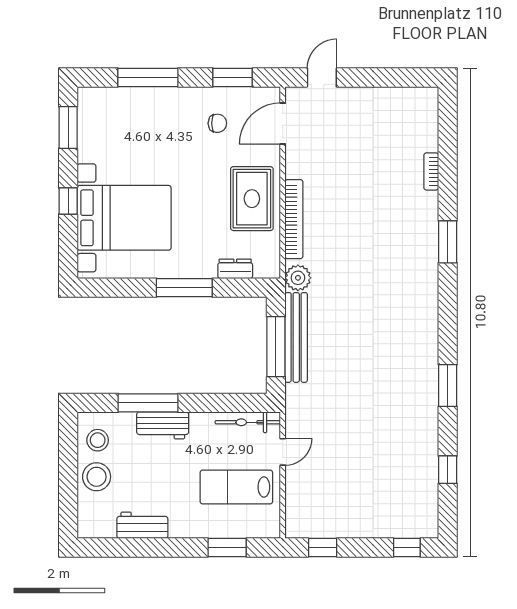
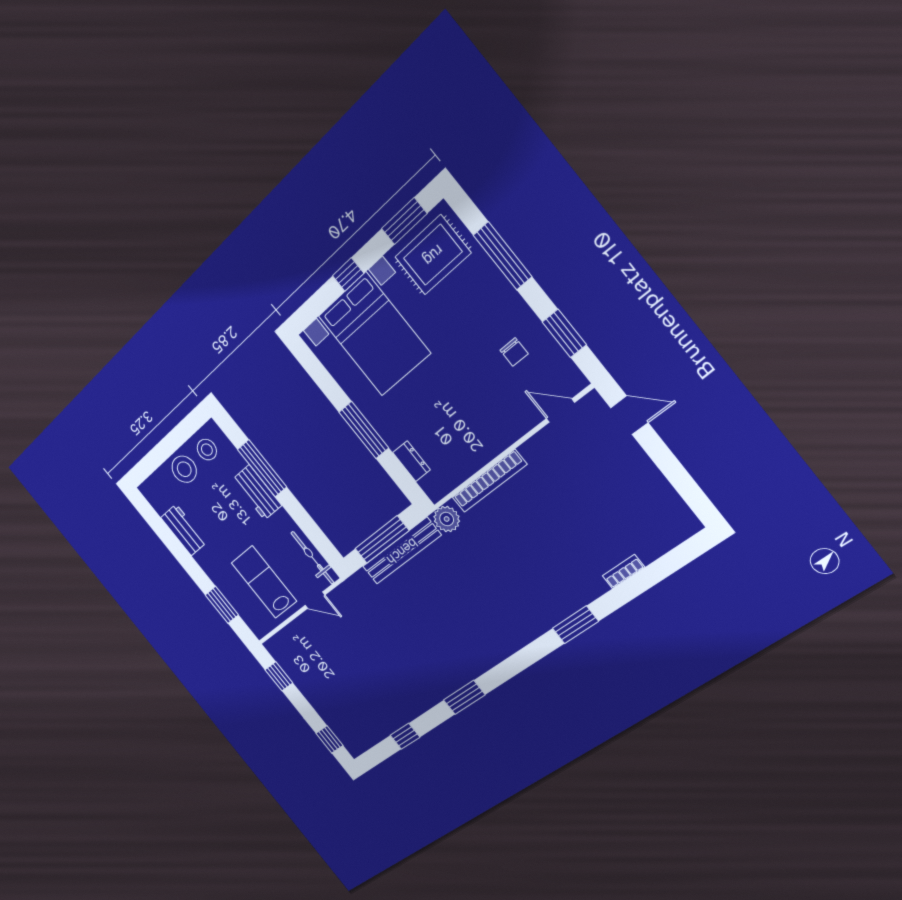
door: (283, 123) -> (560, 411), width x0.73
rug: (252, 199) -> (433, 255), moved

